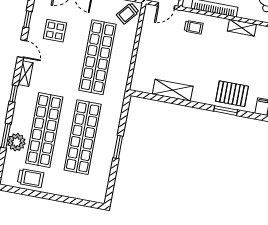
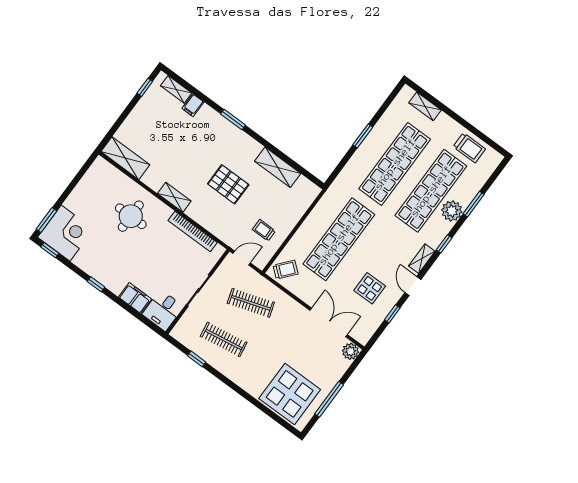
trolley: (194, 27) -> (264, 230), moved
pallet: (232, 94) -> (228, 184), moved
plant: (16, 142) -> (452, 211), moved
trolley: (31, 178) -> (469, 148), turned 180
shelving: (81, 194) -> (425, 106), added

